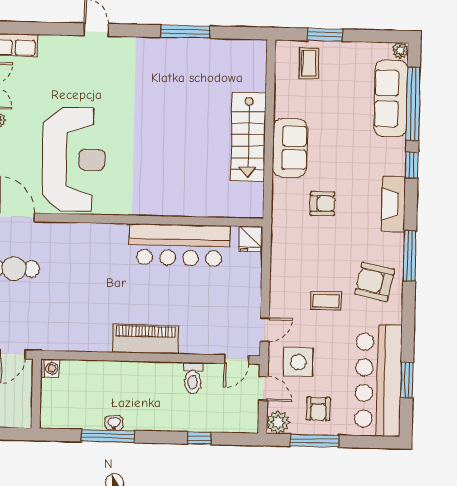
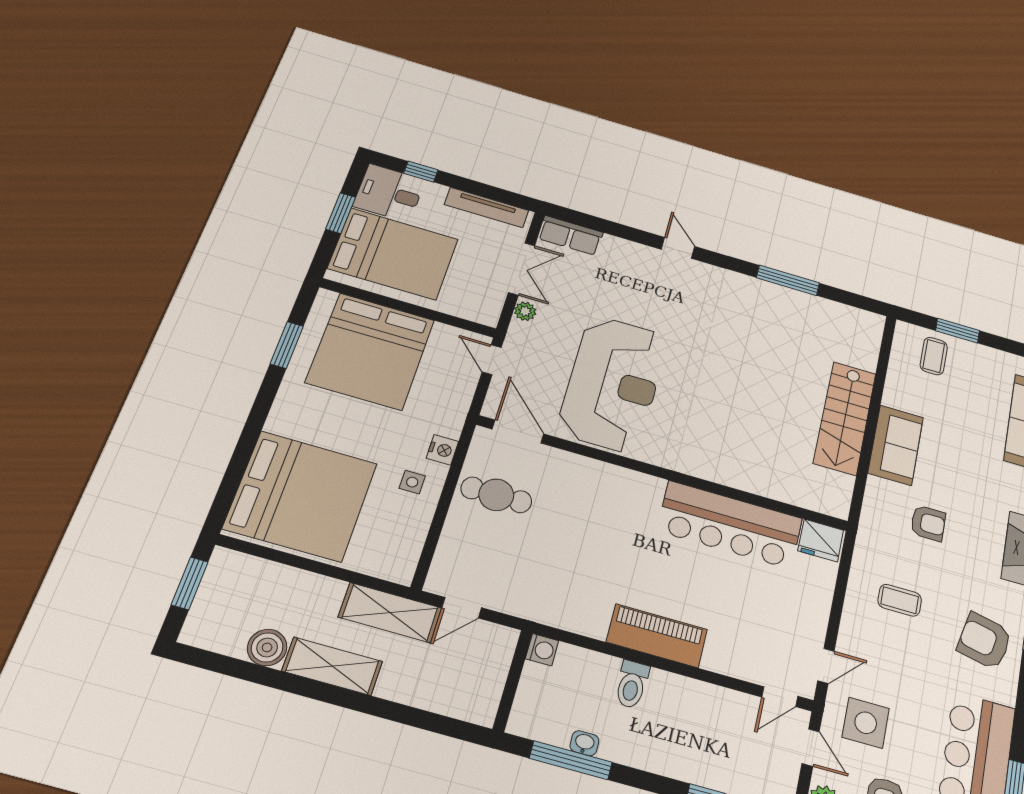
fridge: (250, 239) -> (821, 540), width x1.38
coffee table: (326, 301) -> (900, 600), moved
washing machine: (50, 368) -> (542, 650), moved
toilet: (193, 378) -> (632, 684), moved
wall: (36, 394) -> (513, 680), moved

